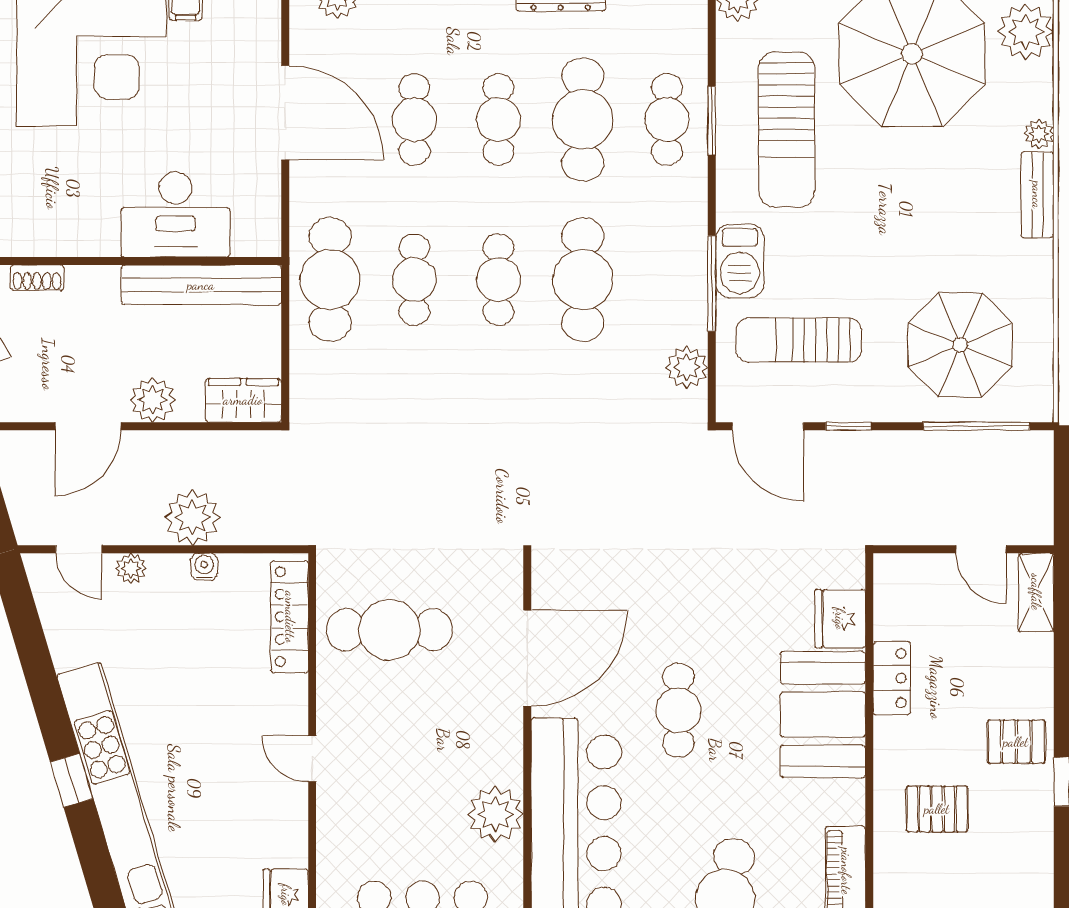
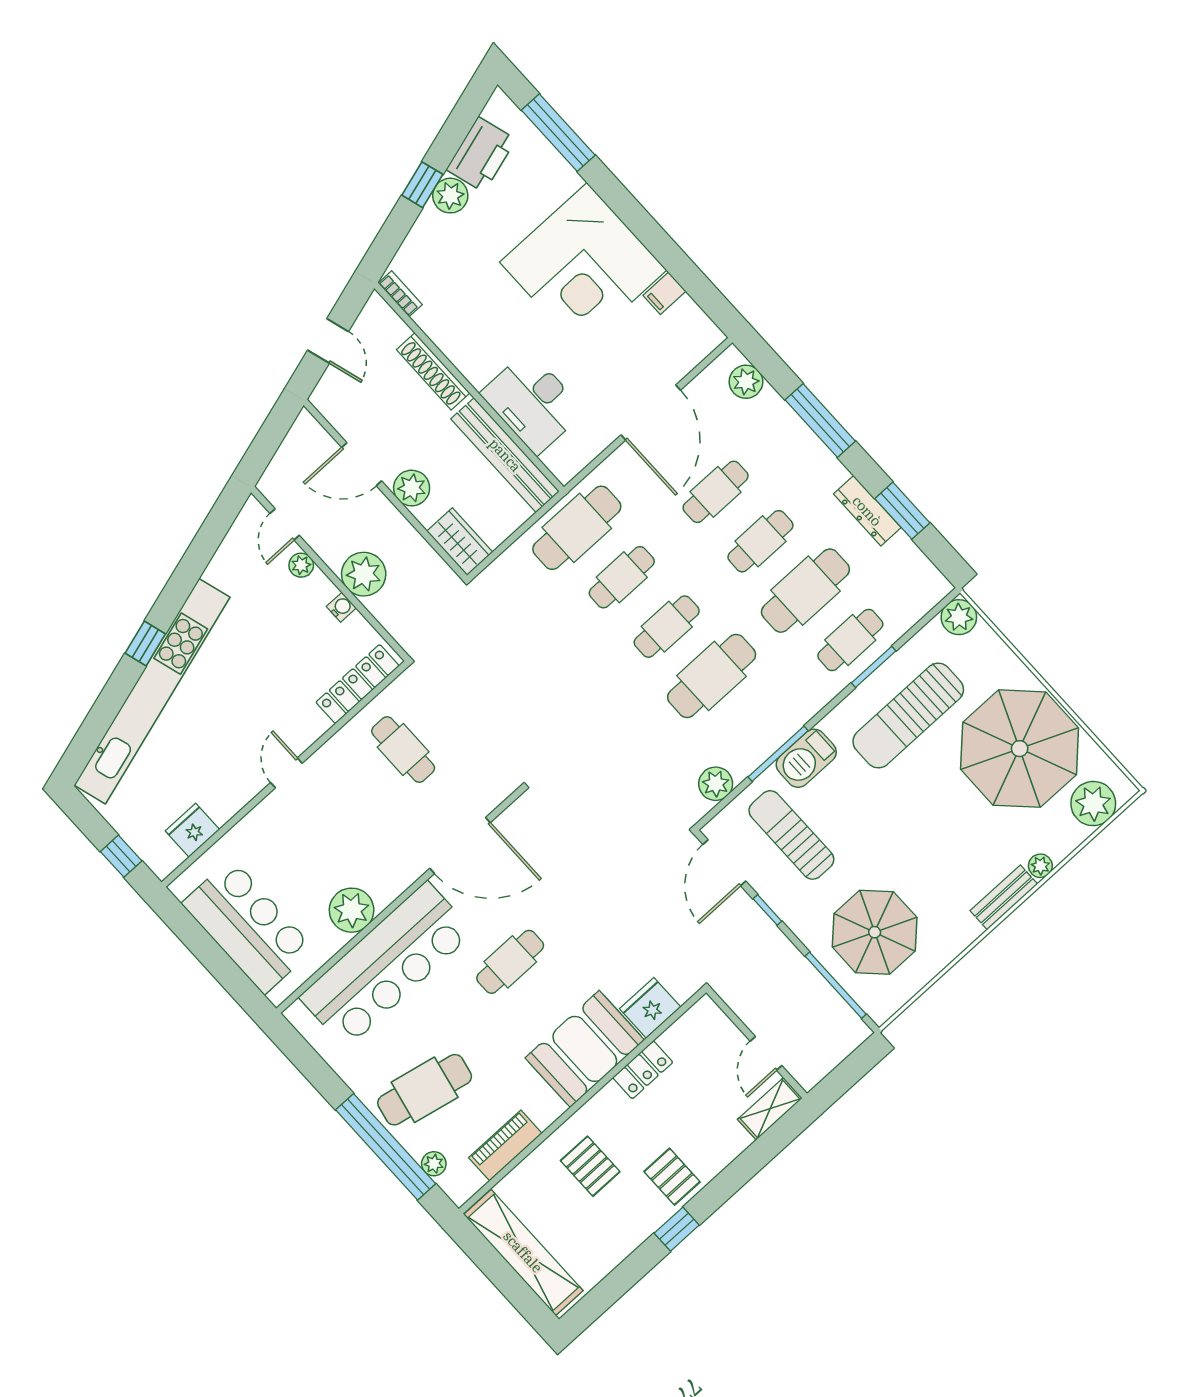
shoe rack: (37, 278) -> (433, 371), width x1.94, depth x1.24
cafe table: (389, 630) -> (403, 750), width x0.73, depth x0.74

